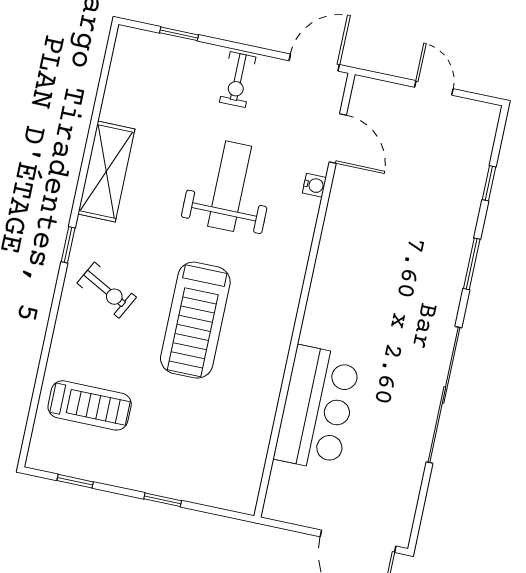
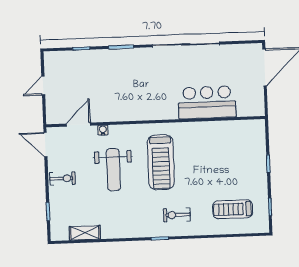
shelving: (106, 171) -> (85, 233), moved, width x0.67, depth x0.75
weight bench: (230, 186) -> (113, 170), turned -90
exercise bike: (107, 290) -> (177, 215), turned -118
treadmill: (195, 320) -> (161, 162), moved, turned 90
treadmill: (90, 405) -> (233, 209), turned -90

